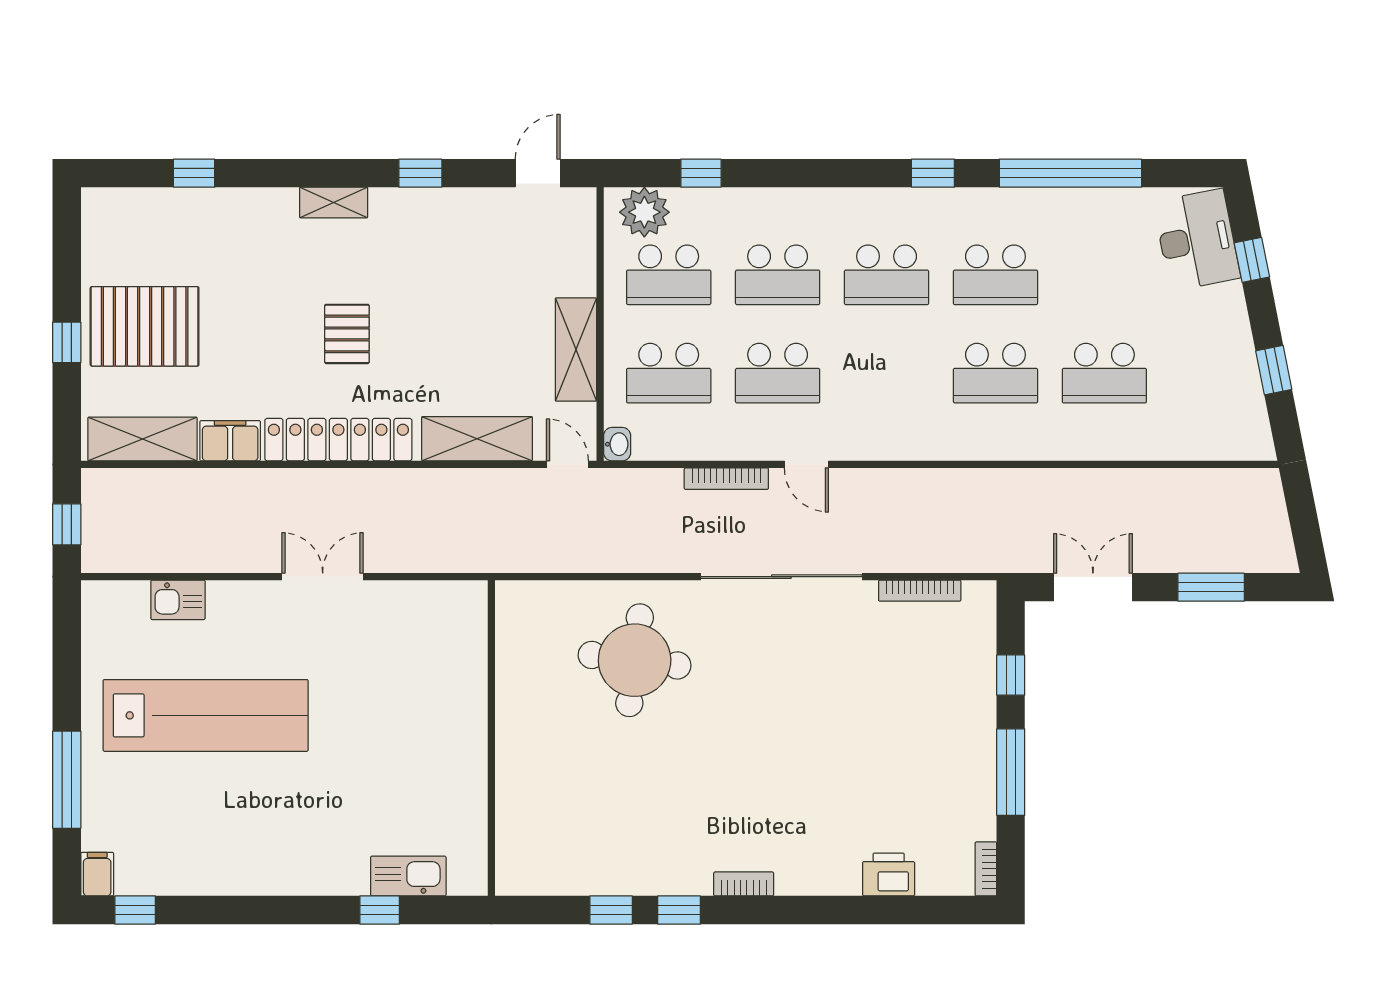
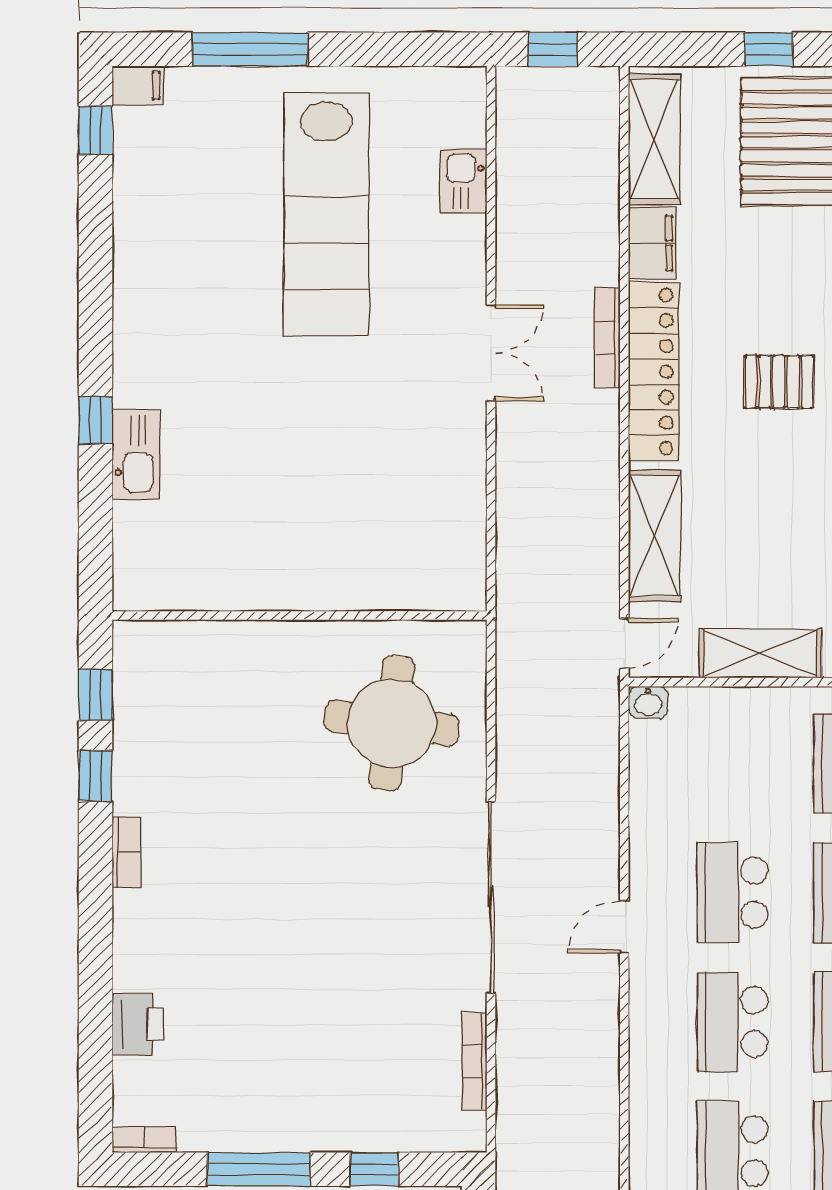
school desk: (669, 373) -> (732, 1022), moved
bookcase: (726, 479) -> (607, 337), moved
wall: (491, 738) -> (299, 616), moved

